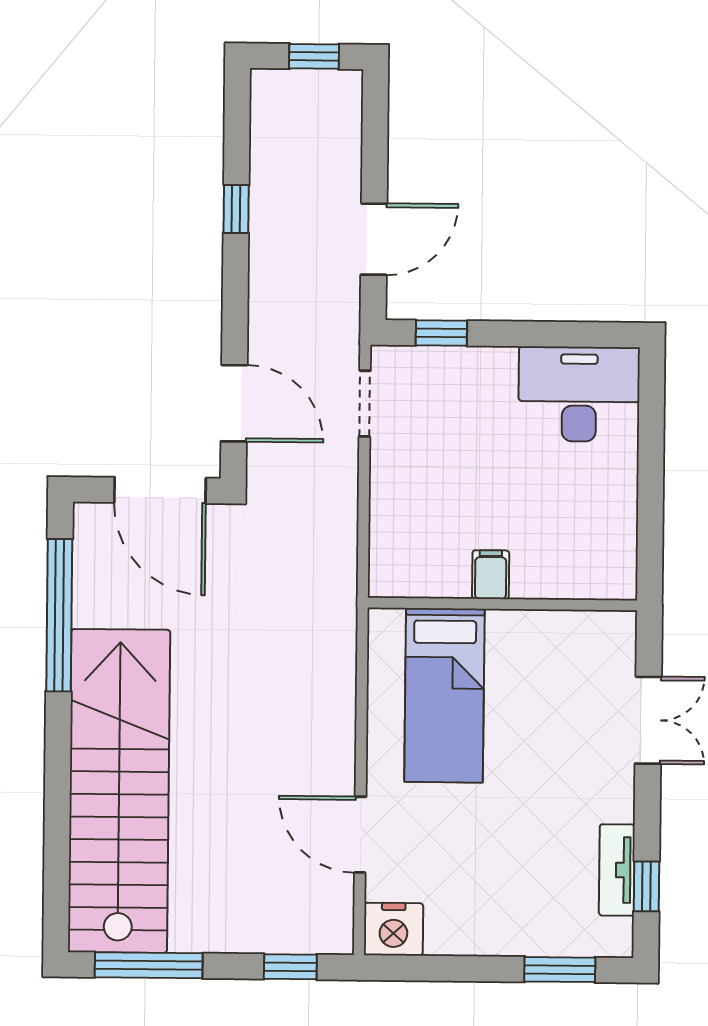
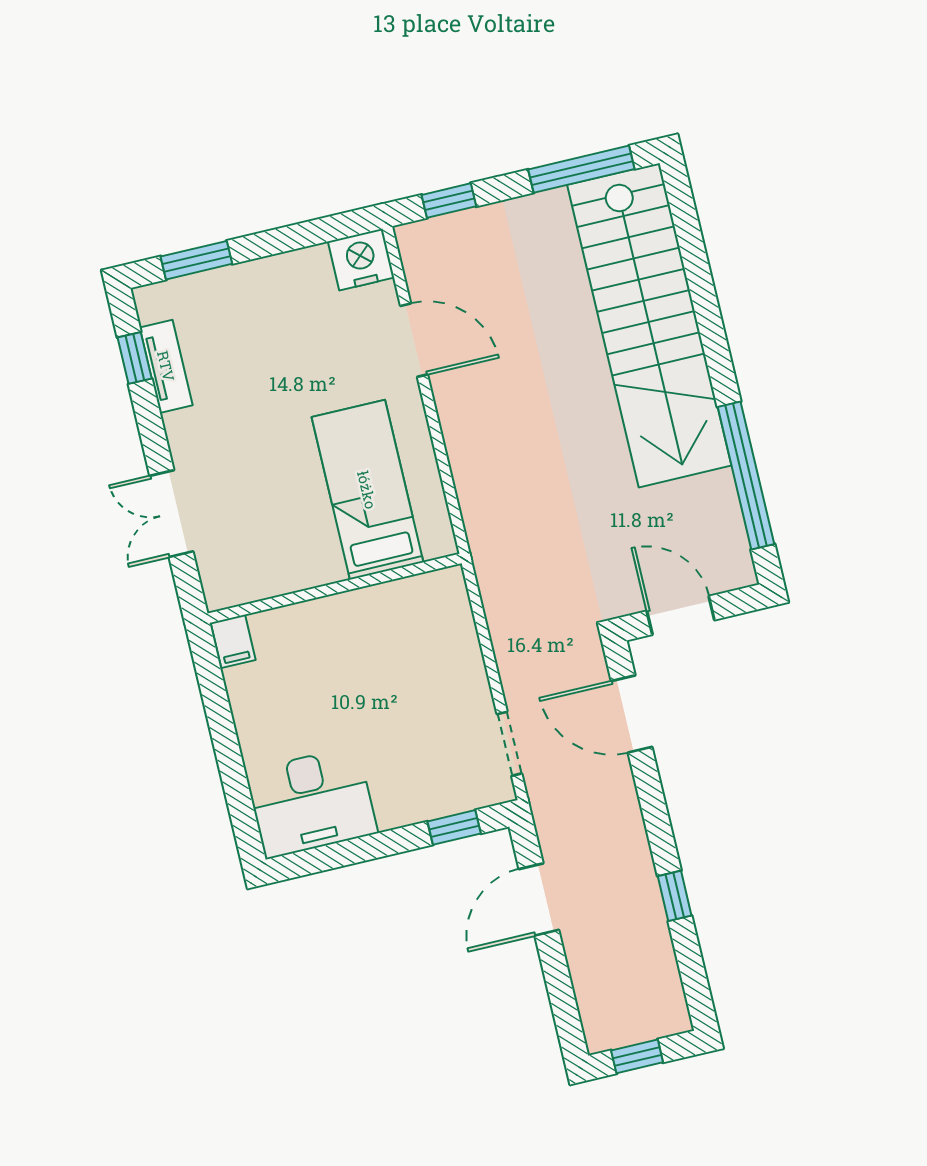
door: (160, 490) -> (681, 615), width x0.73
filing cabinet: (491, 575) -> (233, 641), moved

